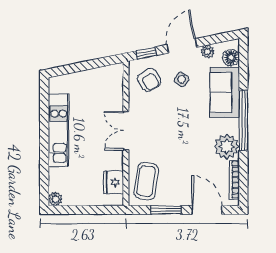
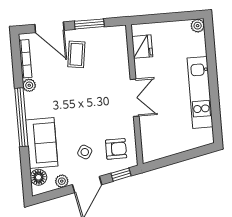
armchair: (149, 80) -> (116, 149), turned 122
plant: (227, 147) -> (29, 85), width x0.53, depth x0.53
coffee table: (146, 181) -> (76, 54), moved, width x0.73, depth x0.77

